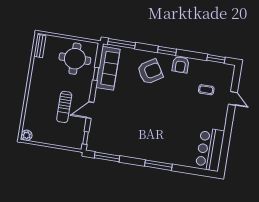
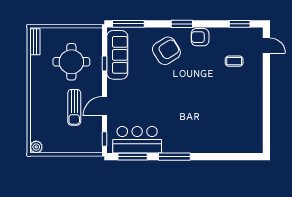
round table: (75, 59) -> (71, 62), moved
armchair: (181, 65) -> (200, 37), turned 90
door: (233, 98) -> (266, 46), moved
bar counter: (210, 149) -> (137, 140), moved, turned 90
window: (158, 165) -> (174, 157), moved

